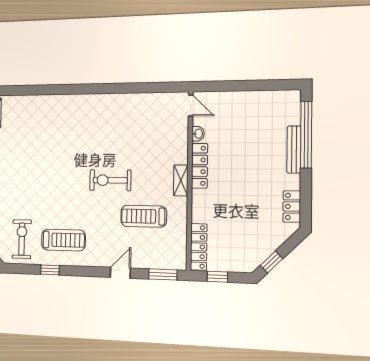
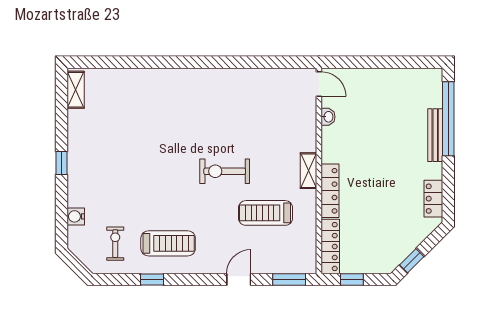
locker: (200, 166) -> (330, 191), moved
exercise bike: (22, 239) -> (115, 244), width x0.73, depth x0.72

